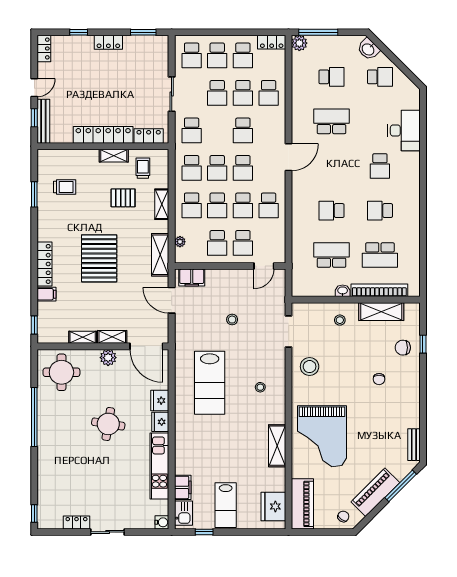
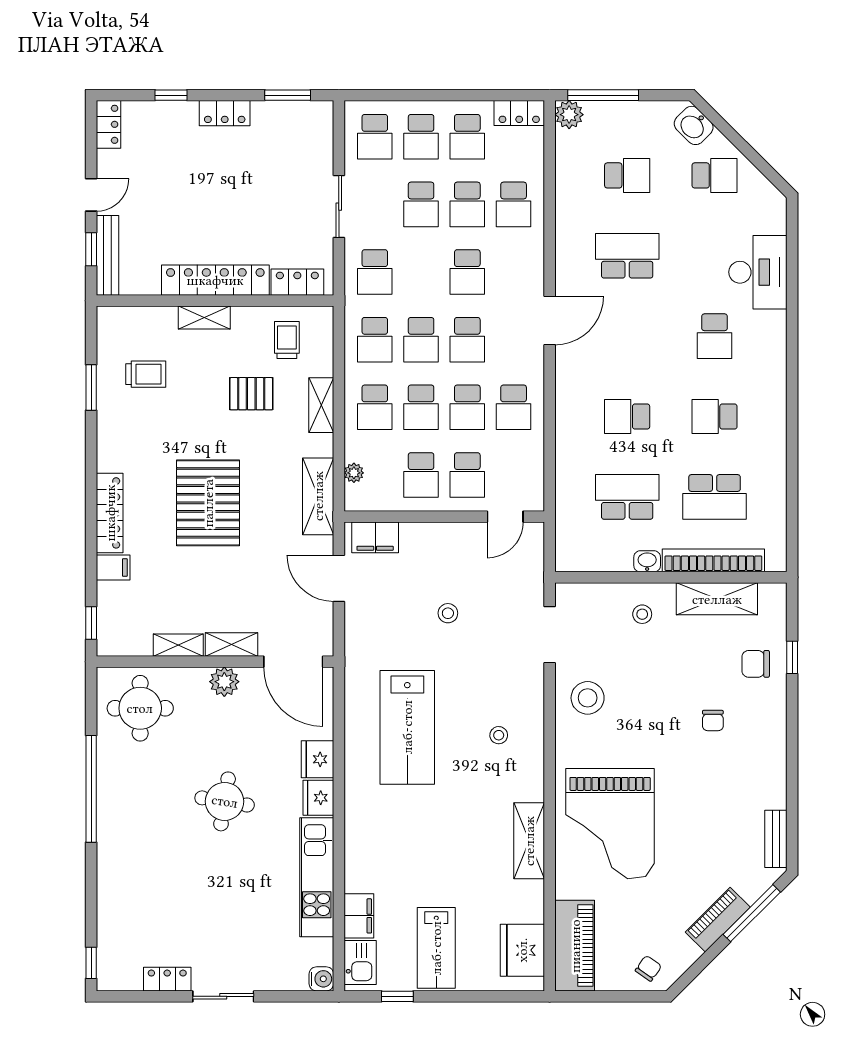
shelving: (114, 156) -> (204, 317), moved
piano: (375, 492) -> (718, 920), width x0.73, depth x0.75

